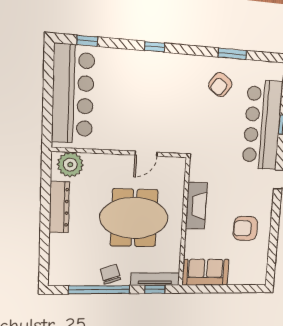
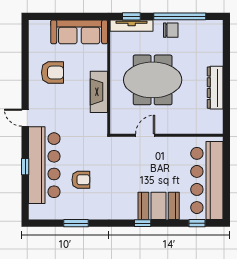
booth: (134, 67) -> (159, 206), added
armchair: (220, 85) -> (81, 180), moved, turned 54
plant: (70, 165) -> (207, 123), removed
sofa: (205, 272) -> (79, 32), width x1.36
chair: (110, 274) -> (171, 30), turned -72

